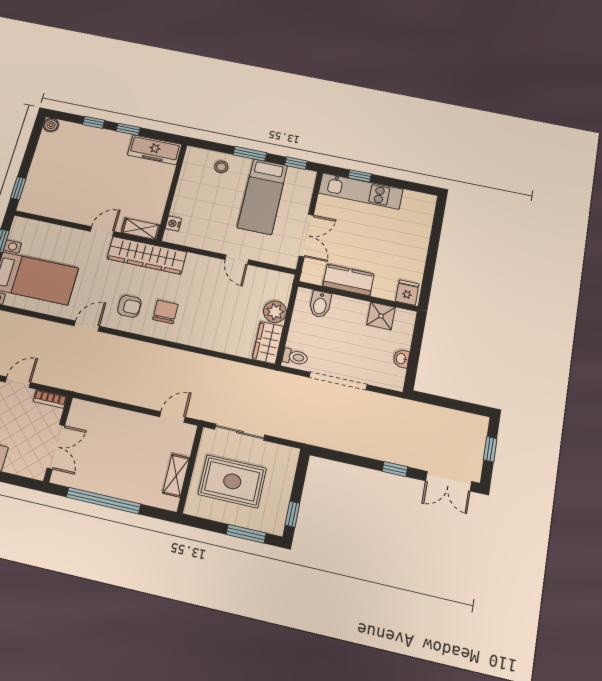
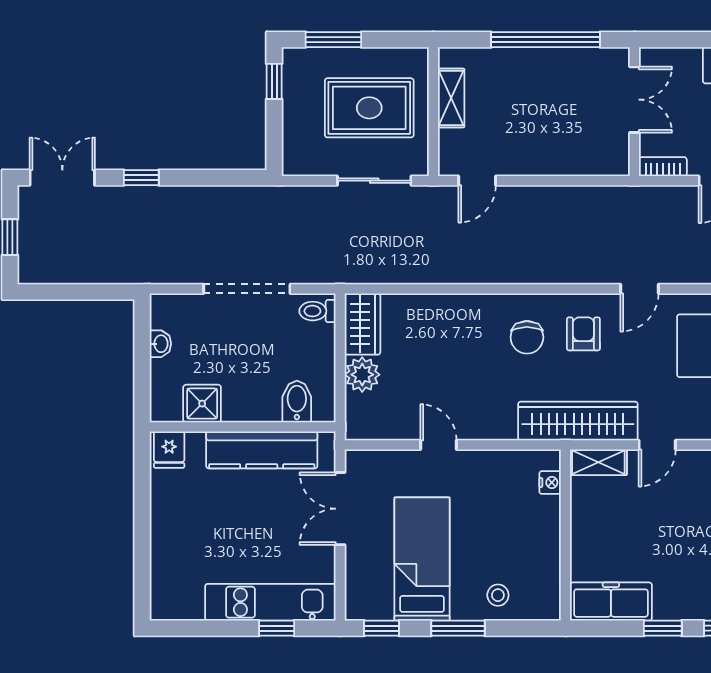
kitchen counter: (348, 280) -> (262, 450), width x1.50
armchair: (129, 306) -> (583, 334), turned 90
double door: (56, 447) -> (634, 100), swing flipped

